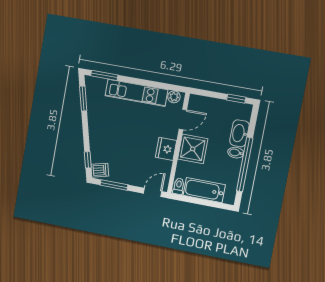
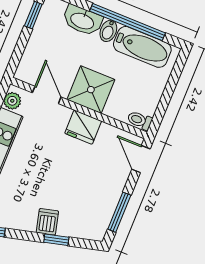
window: (88, 160) -> (56, 240), moved
dishwasher: (100, 170) -> (47, 222), moved
bathtub: (204, 190) -> (142, 47), moved, turned -90

